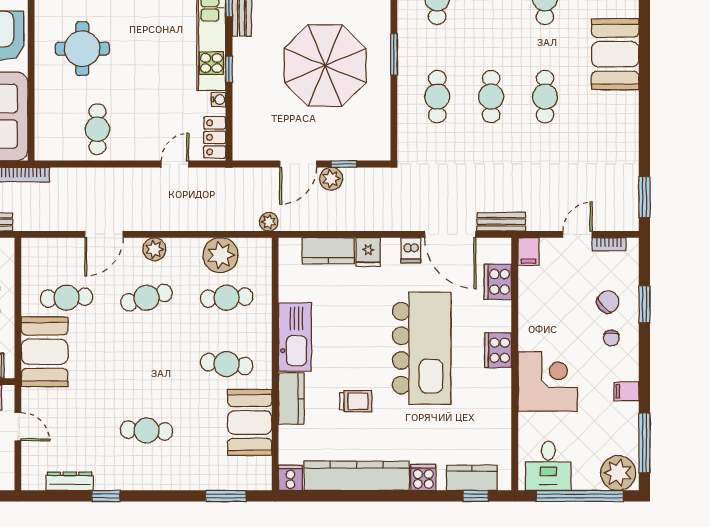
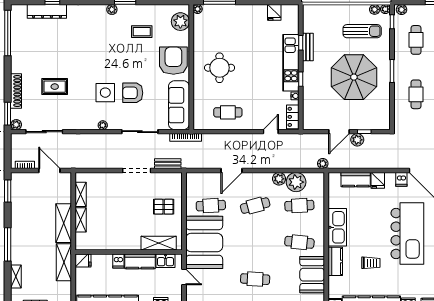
cafe table: (97, 129) -> (228, 112), turned 90
plant: (154, 249) -> (279, 179), moved
booth: (45, 352) -> (204, 242), width x1.36, depth x1.42

